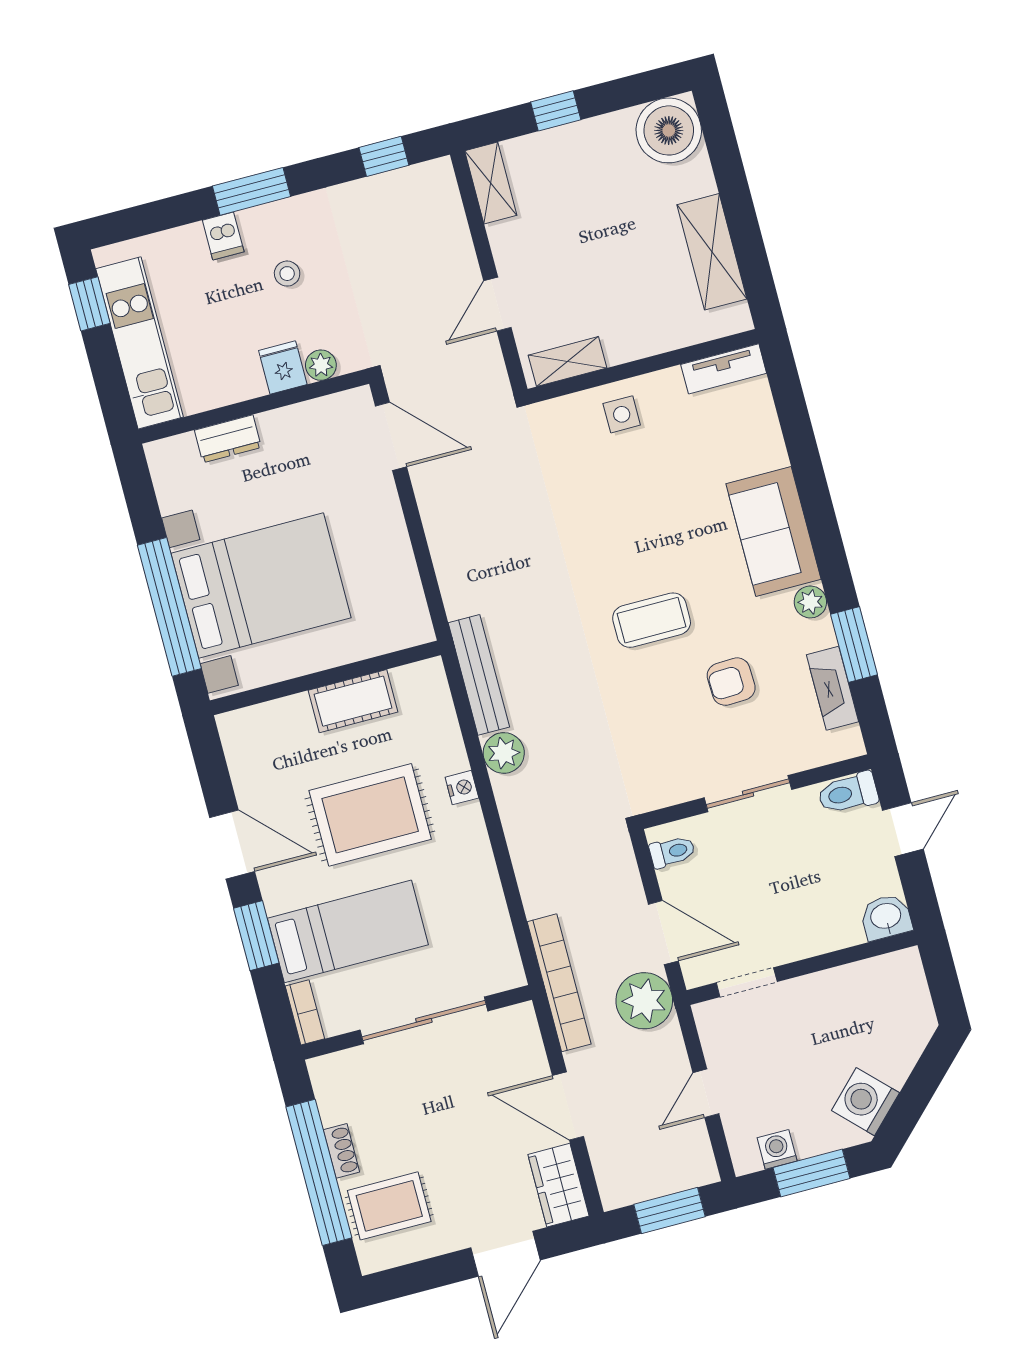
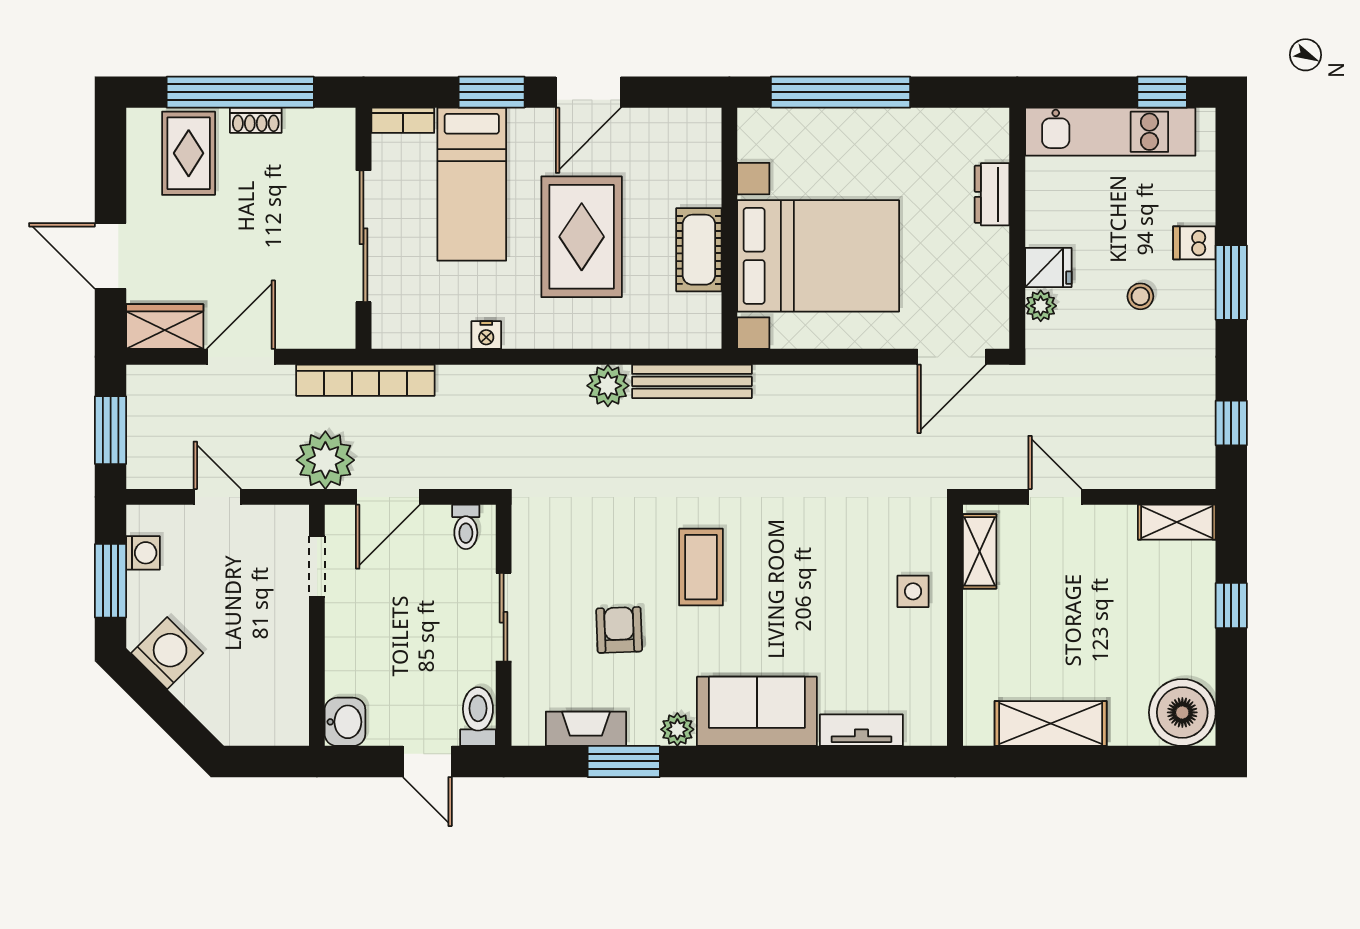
tv unit: (724, 369) -> (861, 730), moved, turned 90
bed with nightstands: (261, 586) -> (818, 256), moved, turned -90
nightstand: (462, 788) -> (486, 335), moved

